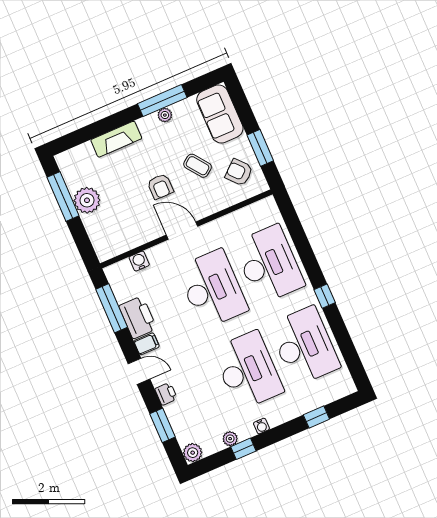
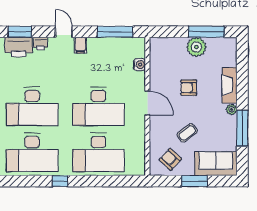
plant: (165, 115) -> (232, 109), moved
window: (260, 148) -> (194, 181), moved
armchair: (239, 172) -> (170, 159), turned -95
armchair: (160, 186) -> (189, 88), moved
door: (182, 231) -> (147, 103), hinge flipped
printer: (138, 317) -> (19, 47), moved
door: (139, 371) -> (64, 32), swing flipped

